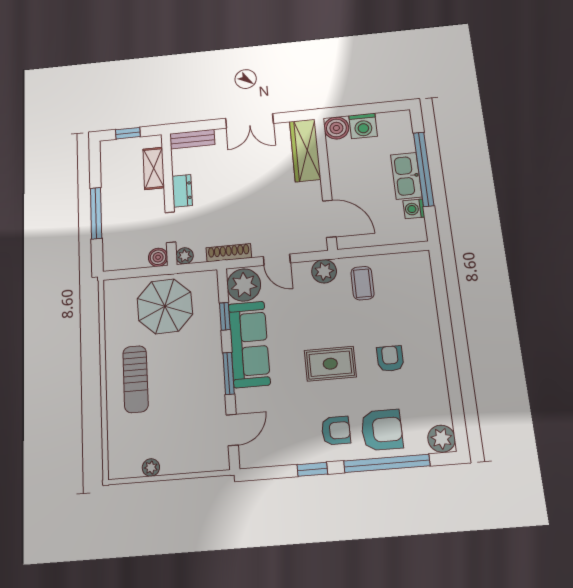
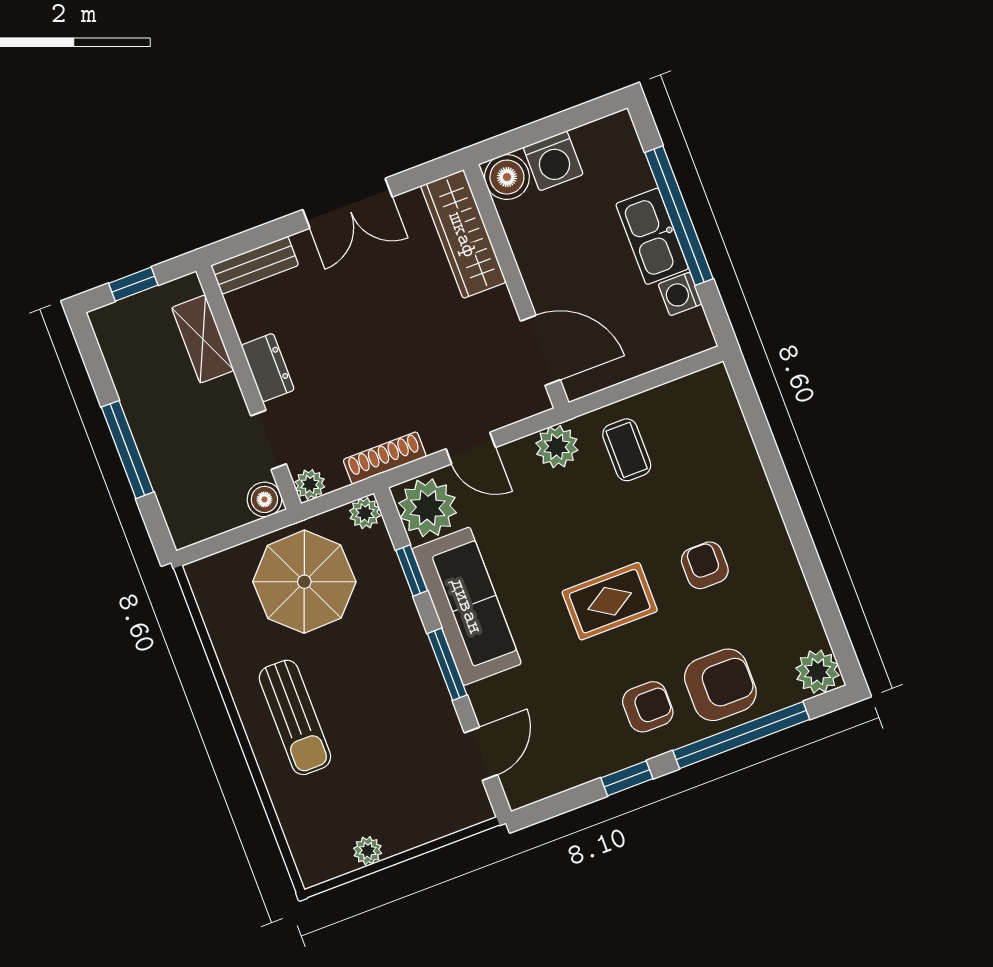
plant: (209, 279) -> (365, 513), added

